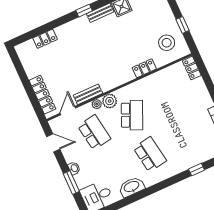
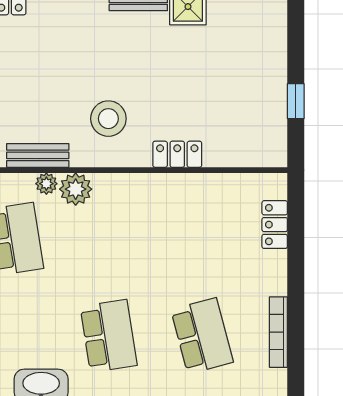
stool: (167, 43) -> (108, 119), moved
locker: (192, 68) -> (275, 225), moved
school desk: (132, 115) -> (202, 336), moved, turned -39

